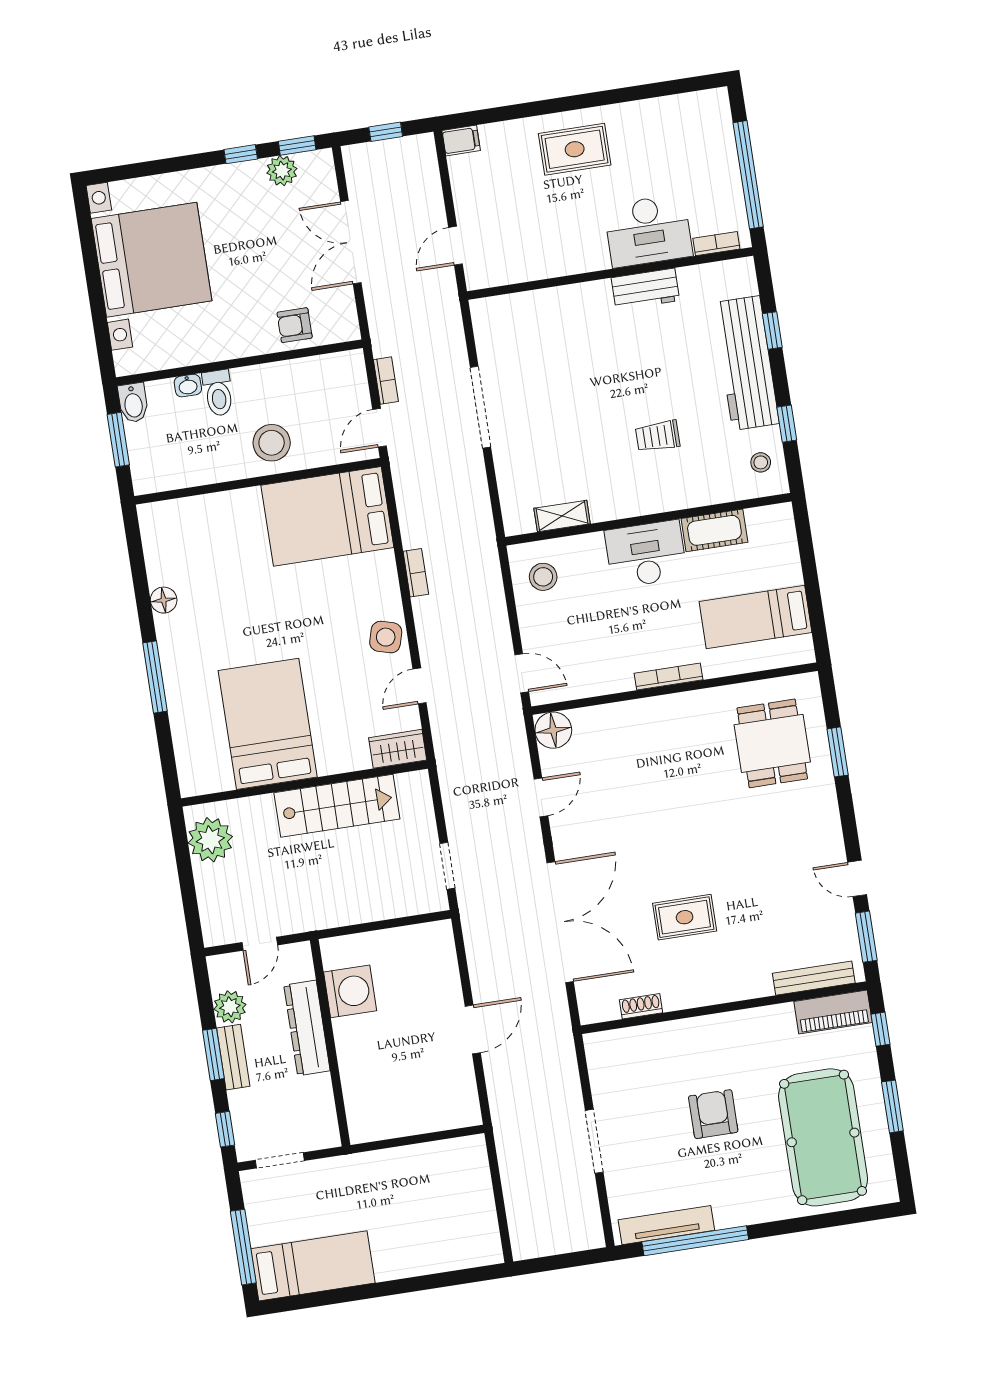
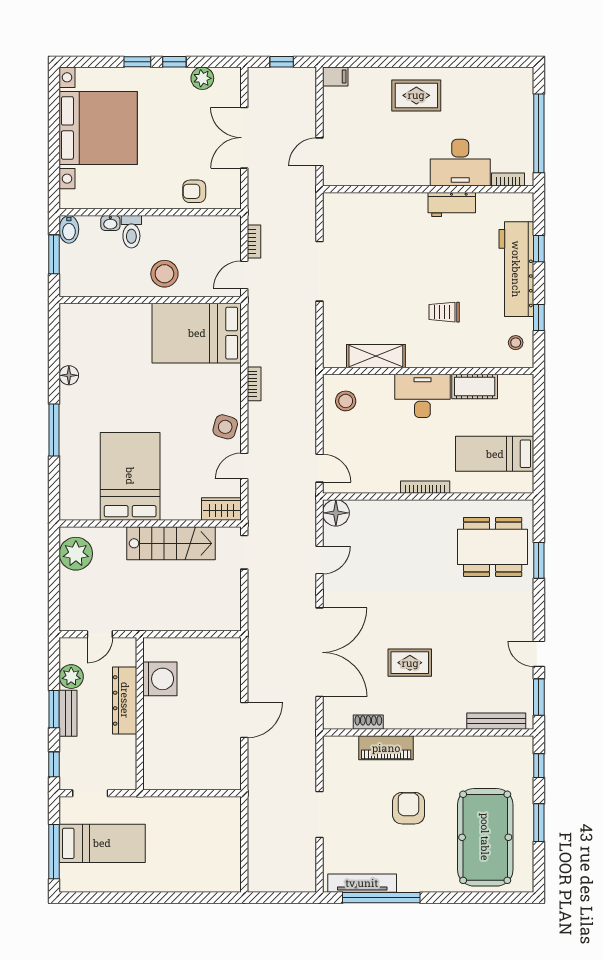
window: (297, 145) -> (137, 62), moved
shelving: (562, 516) -> (376, 356), width x1.50, depth x1.33
dining table: (772, 743) -> (493, 547), width x1.38
doorway: (447, 866) -> (244, 552), moved
piano: (833, 1012) -> (386, 748), moved
bed: (313, 1266) -> (102, 843), moved

